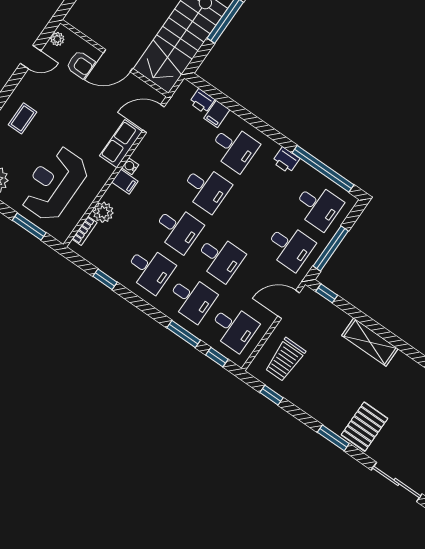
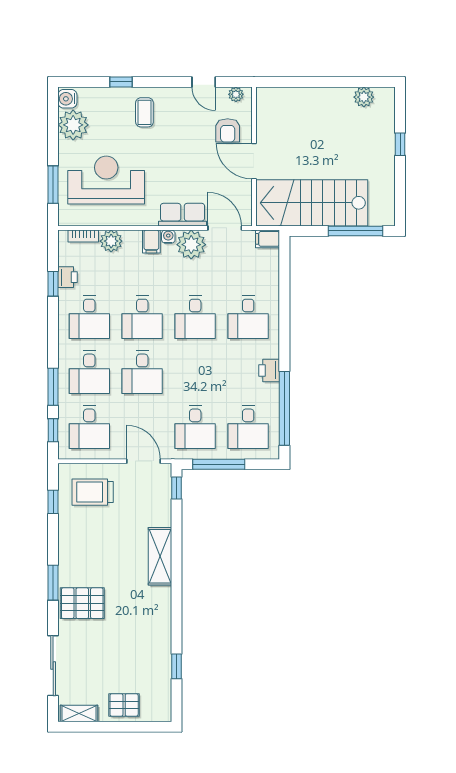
printer: (202, 101) -> (68, 277), moved, turned 180
filing cabinet: (217, 114) -> (268, 239), moved
coffee table: (23, 118) -> (144, 112), turned 90
plant: (148, 153) -> (191, 245), added

